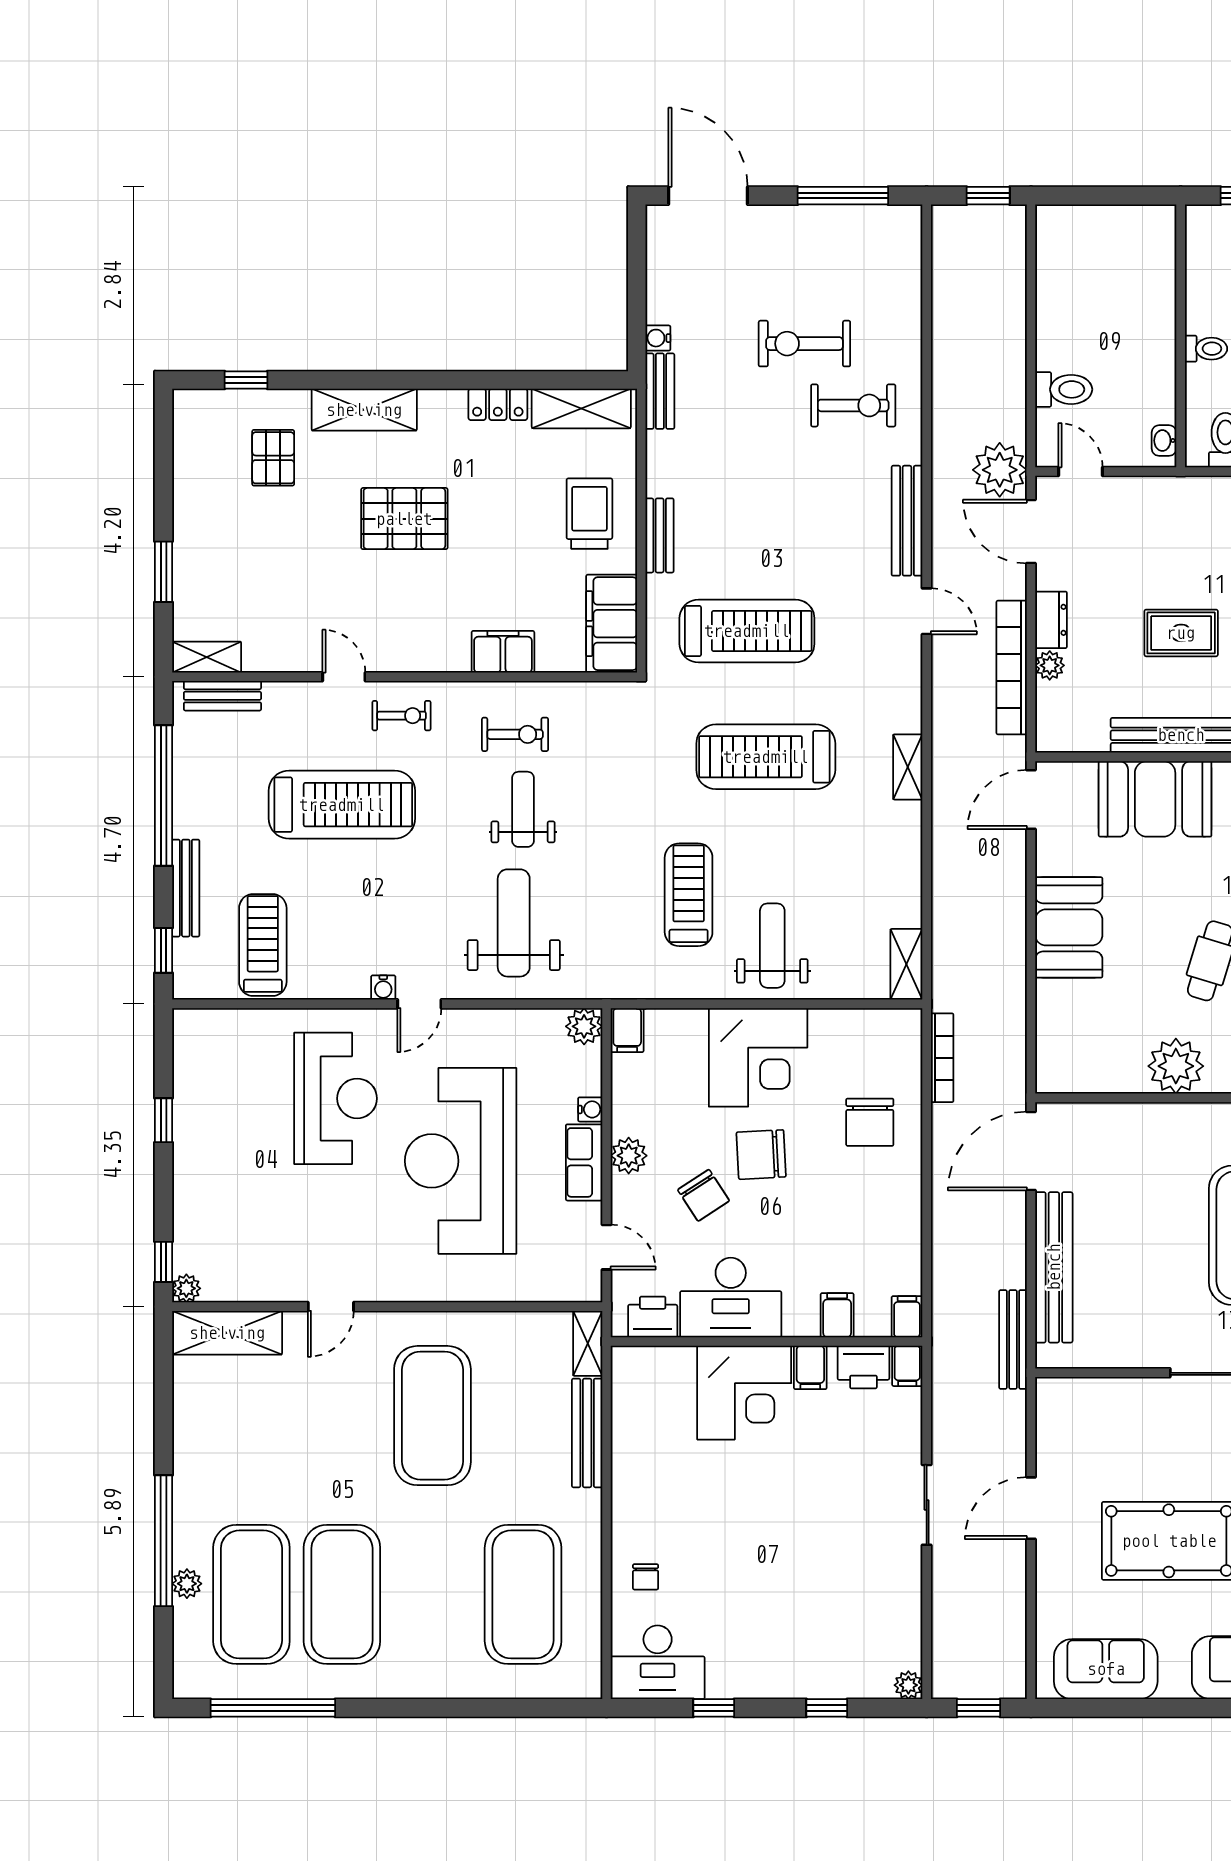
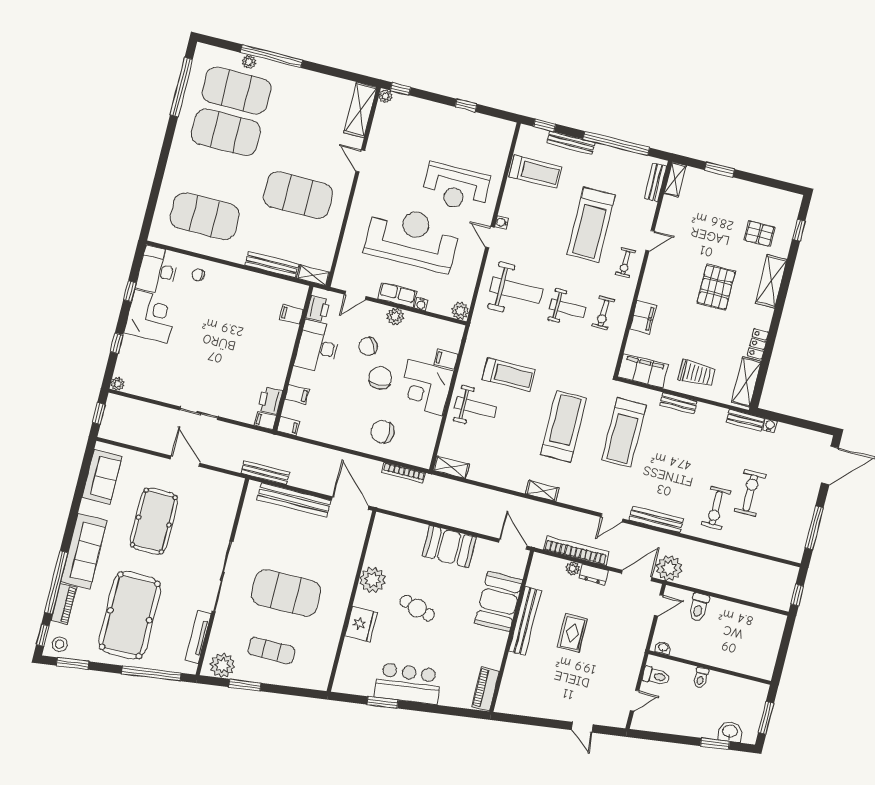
filing cabinet: (627, 1030) -> (446, 359), moved
filing cabinet: (810, 1367) -> (291, 314), moved
corner desk: (744, 1393) -> (151, 316), moved, turned 180

